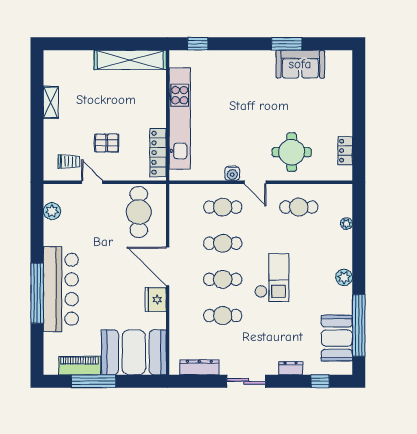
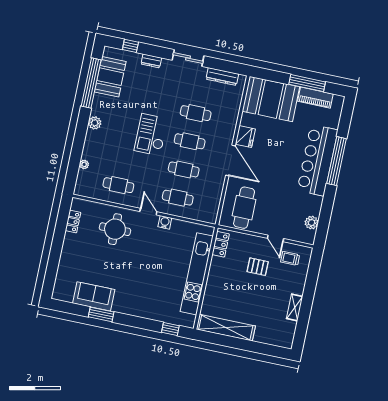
locker: (158, 153) -> (221, 244), width x0.66

